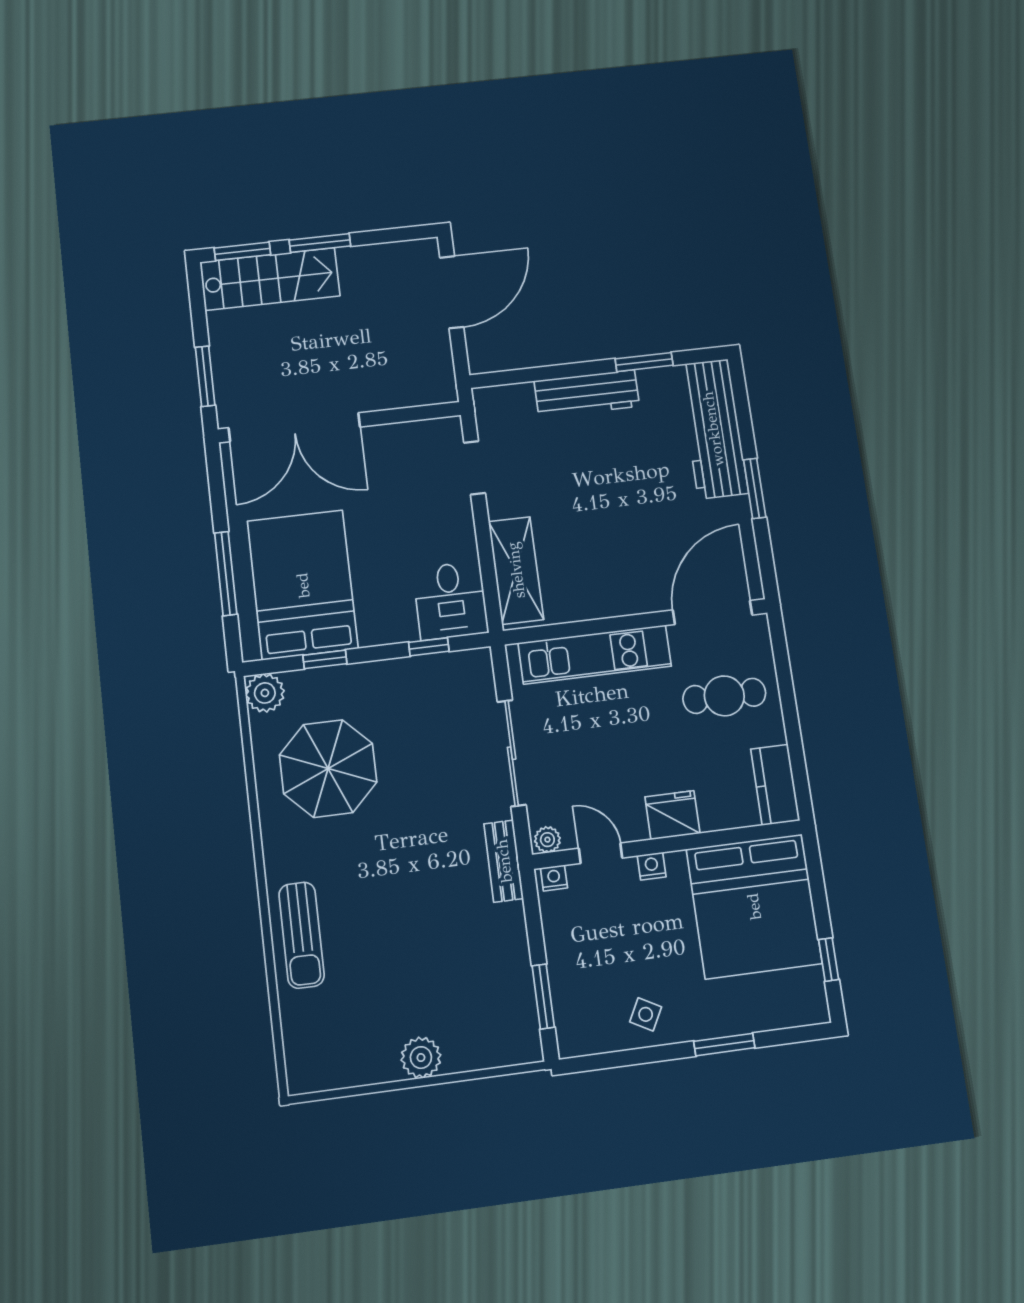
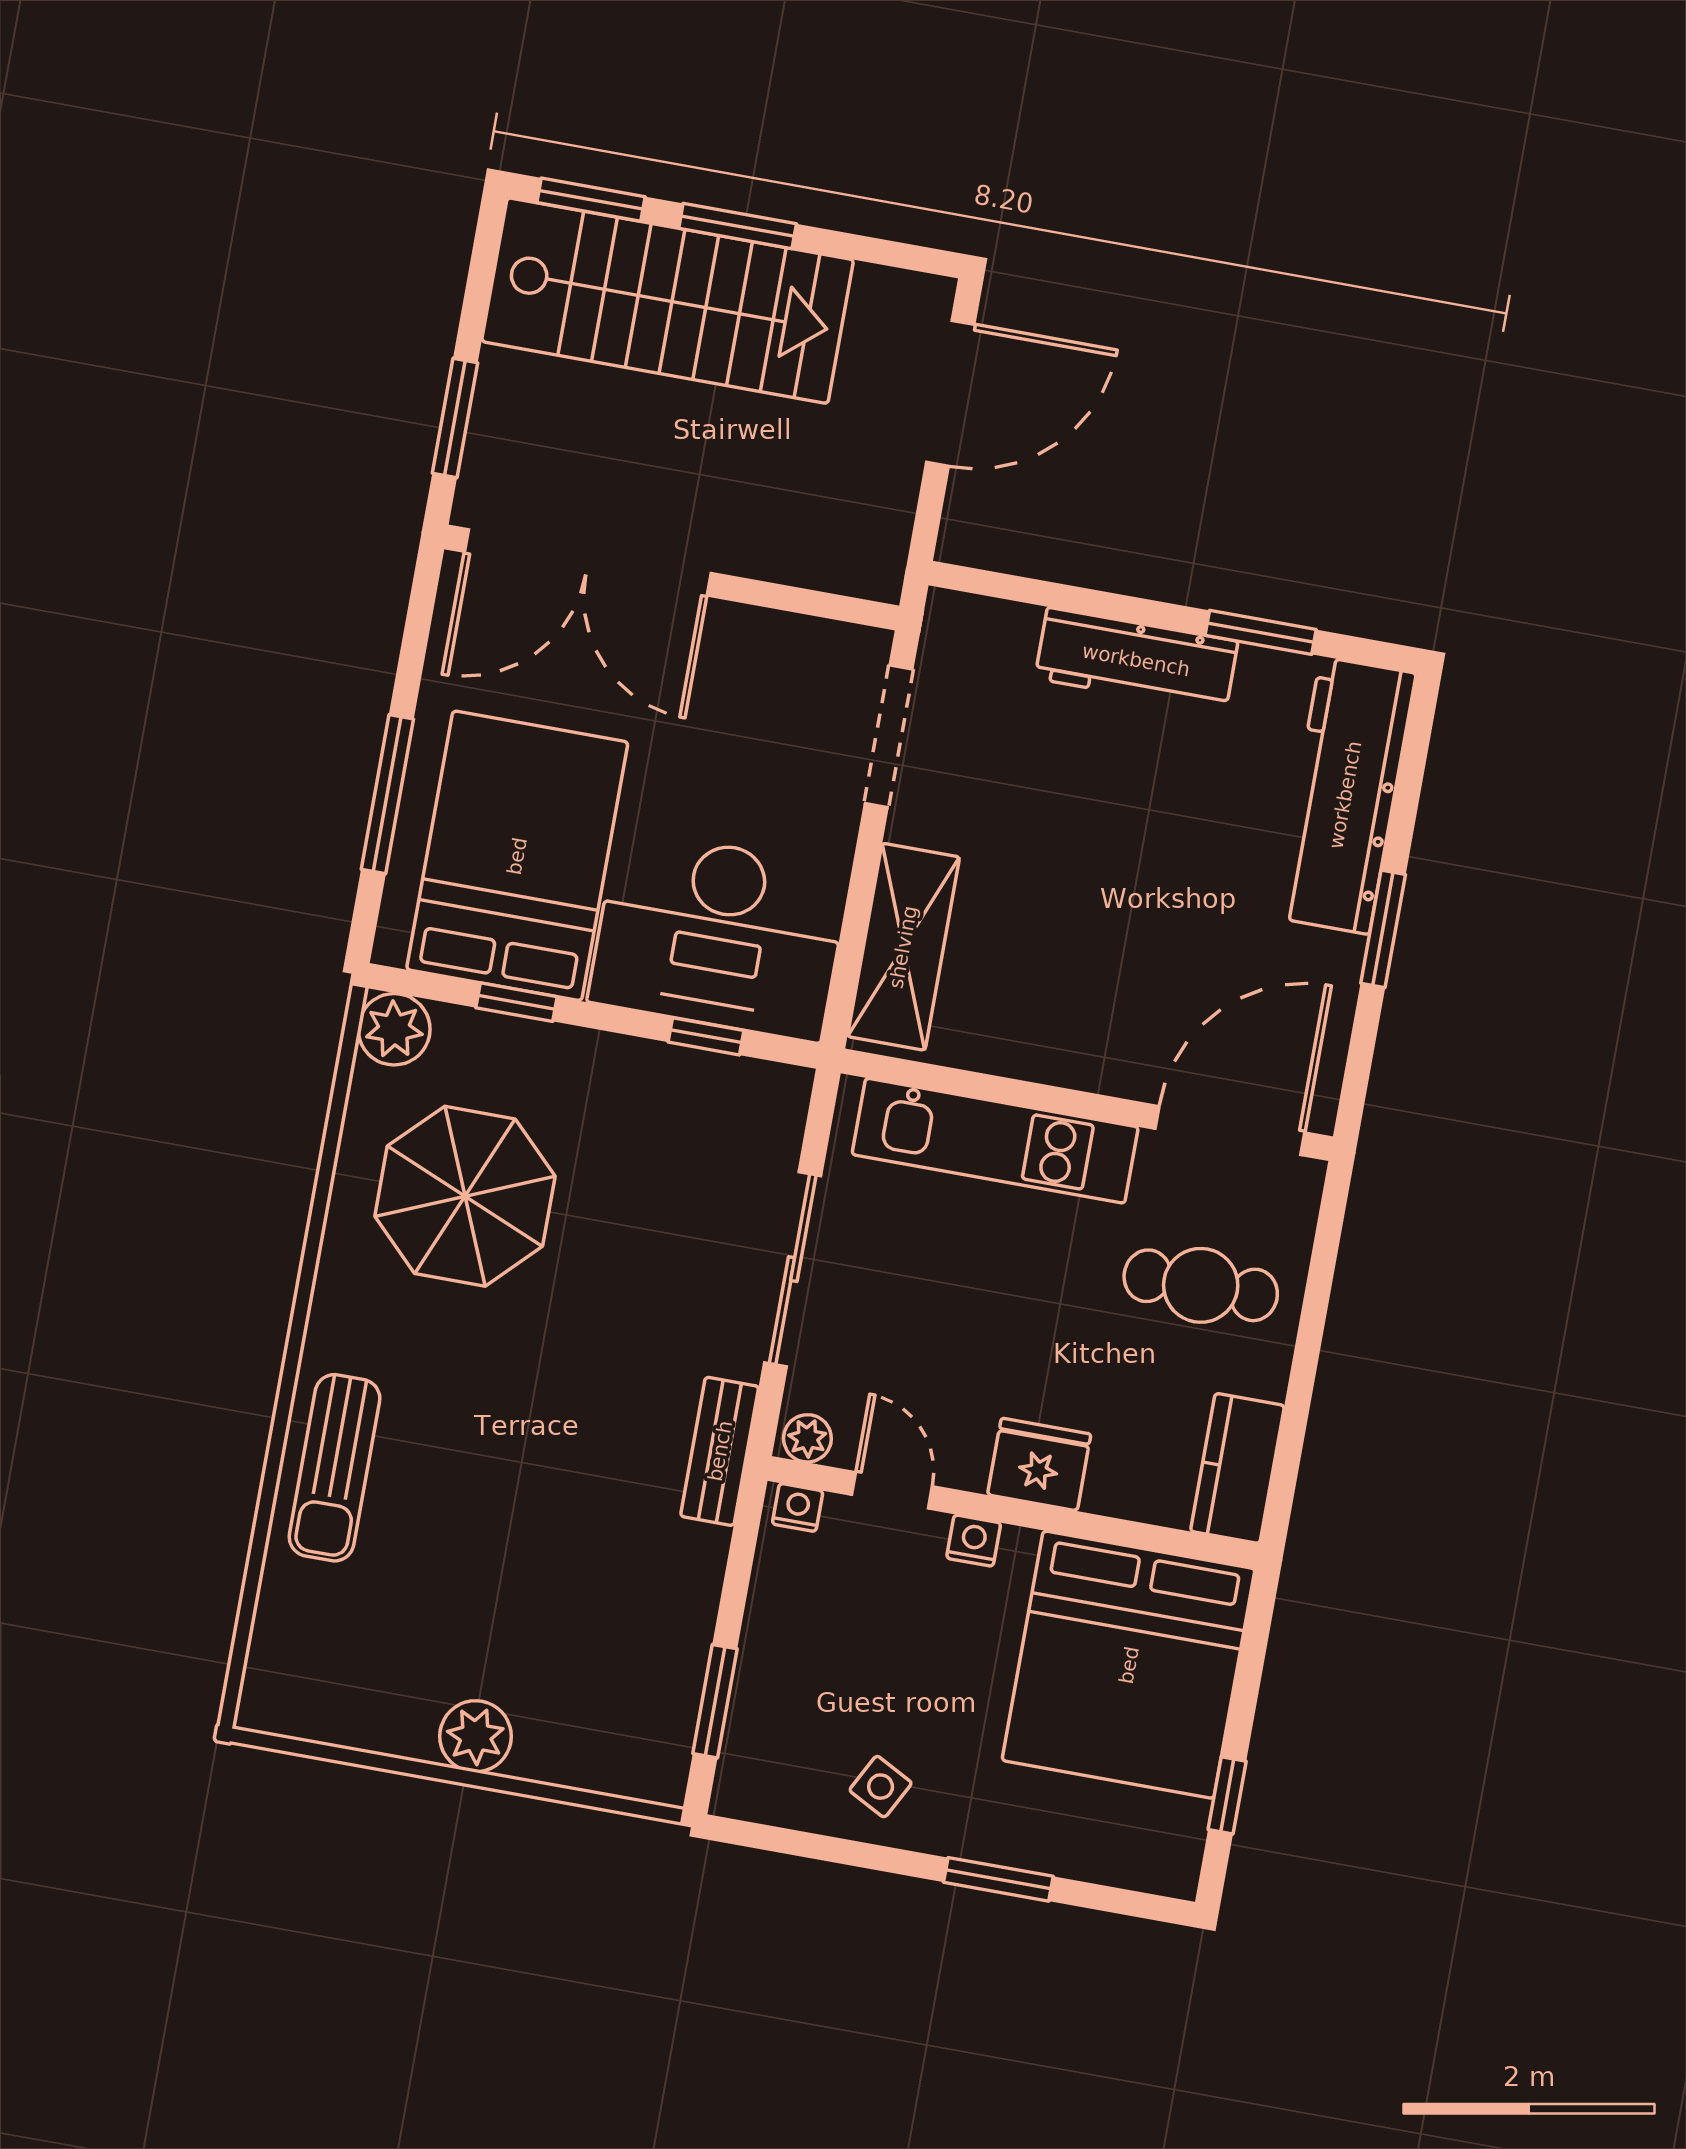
stairs: (270, 279) -> (668, 301), width x1.36, depth x1.51
doorway: (475, 468) -> (889, 736), width x1.38
desk: (451, 601) -> (719, 935), width x1.87, depth x1.30

